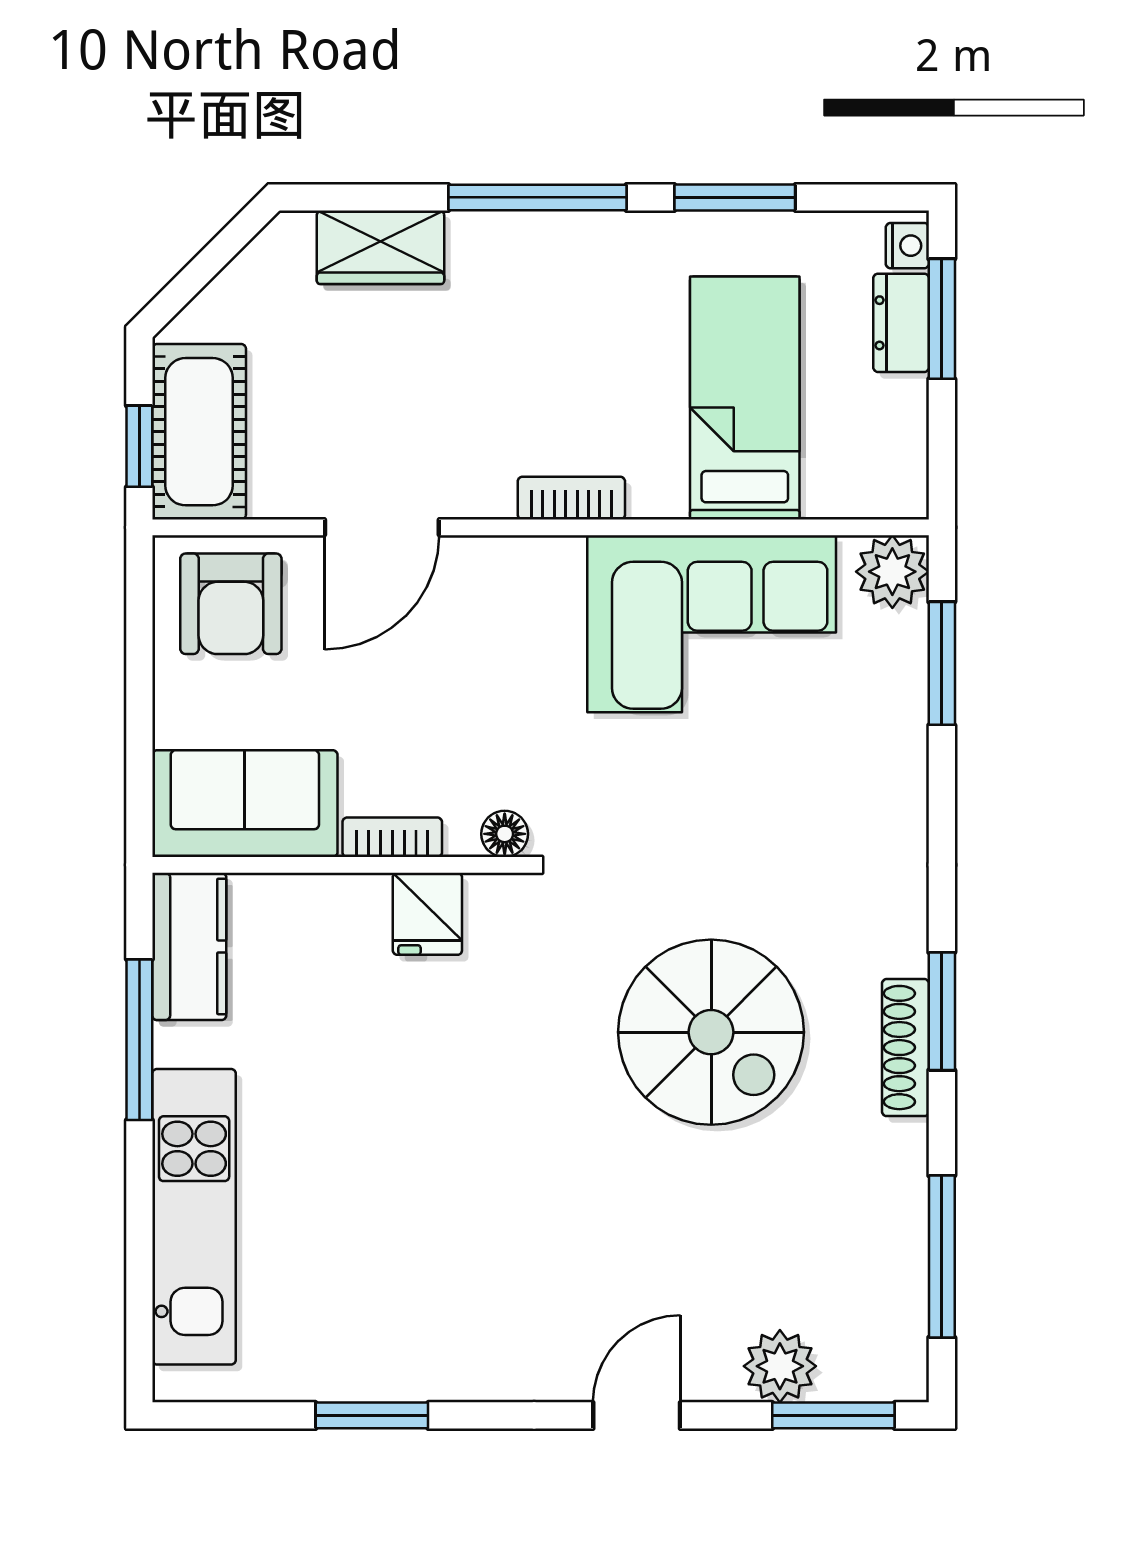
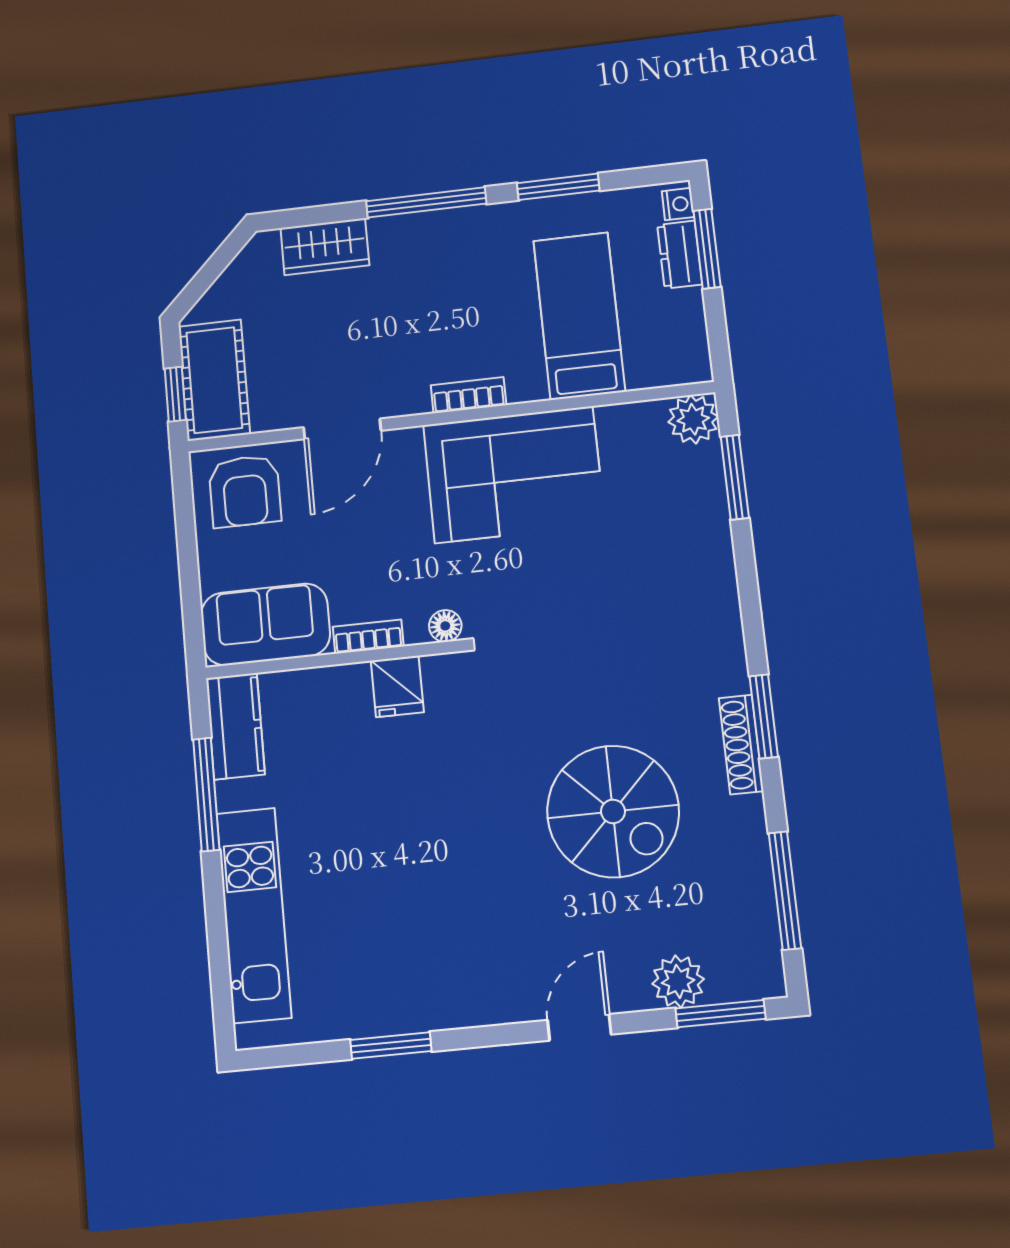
corner sofa: (712, 624) -> (514, 475), moved
spiral stairs: (711, 1032) -> (613, 811), moved

